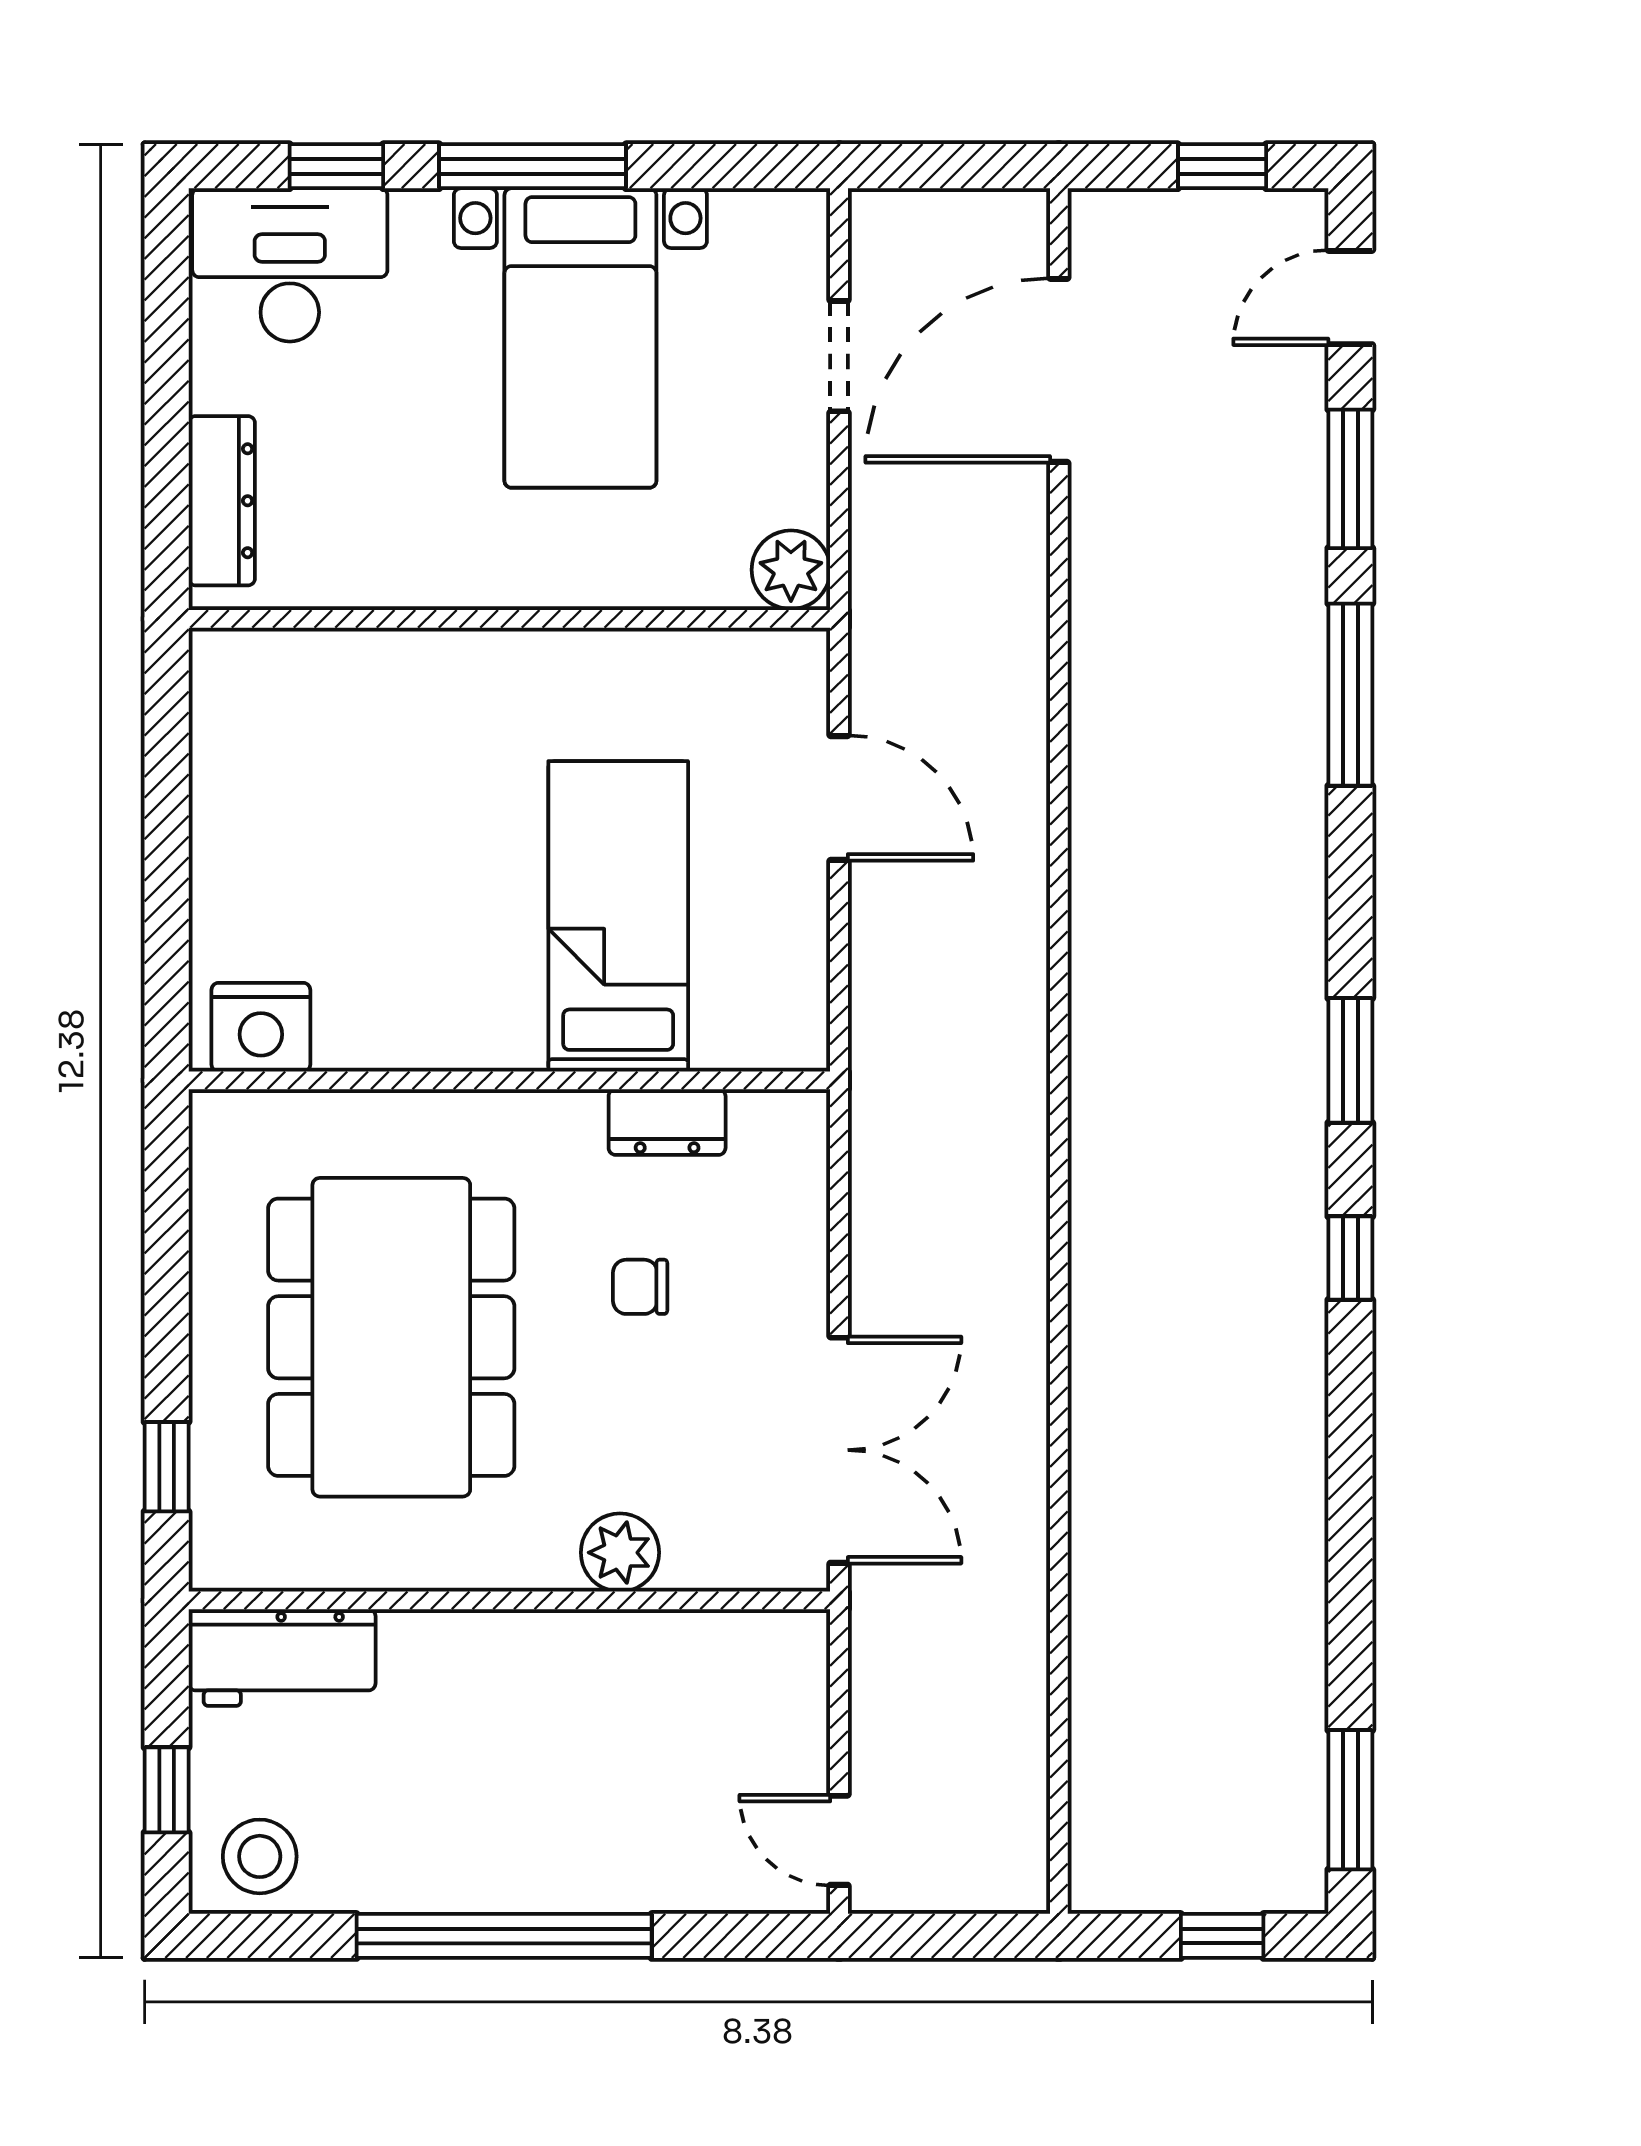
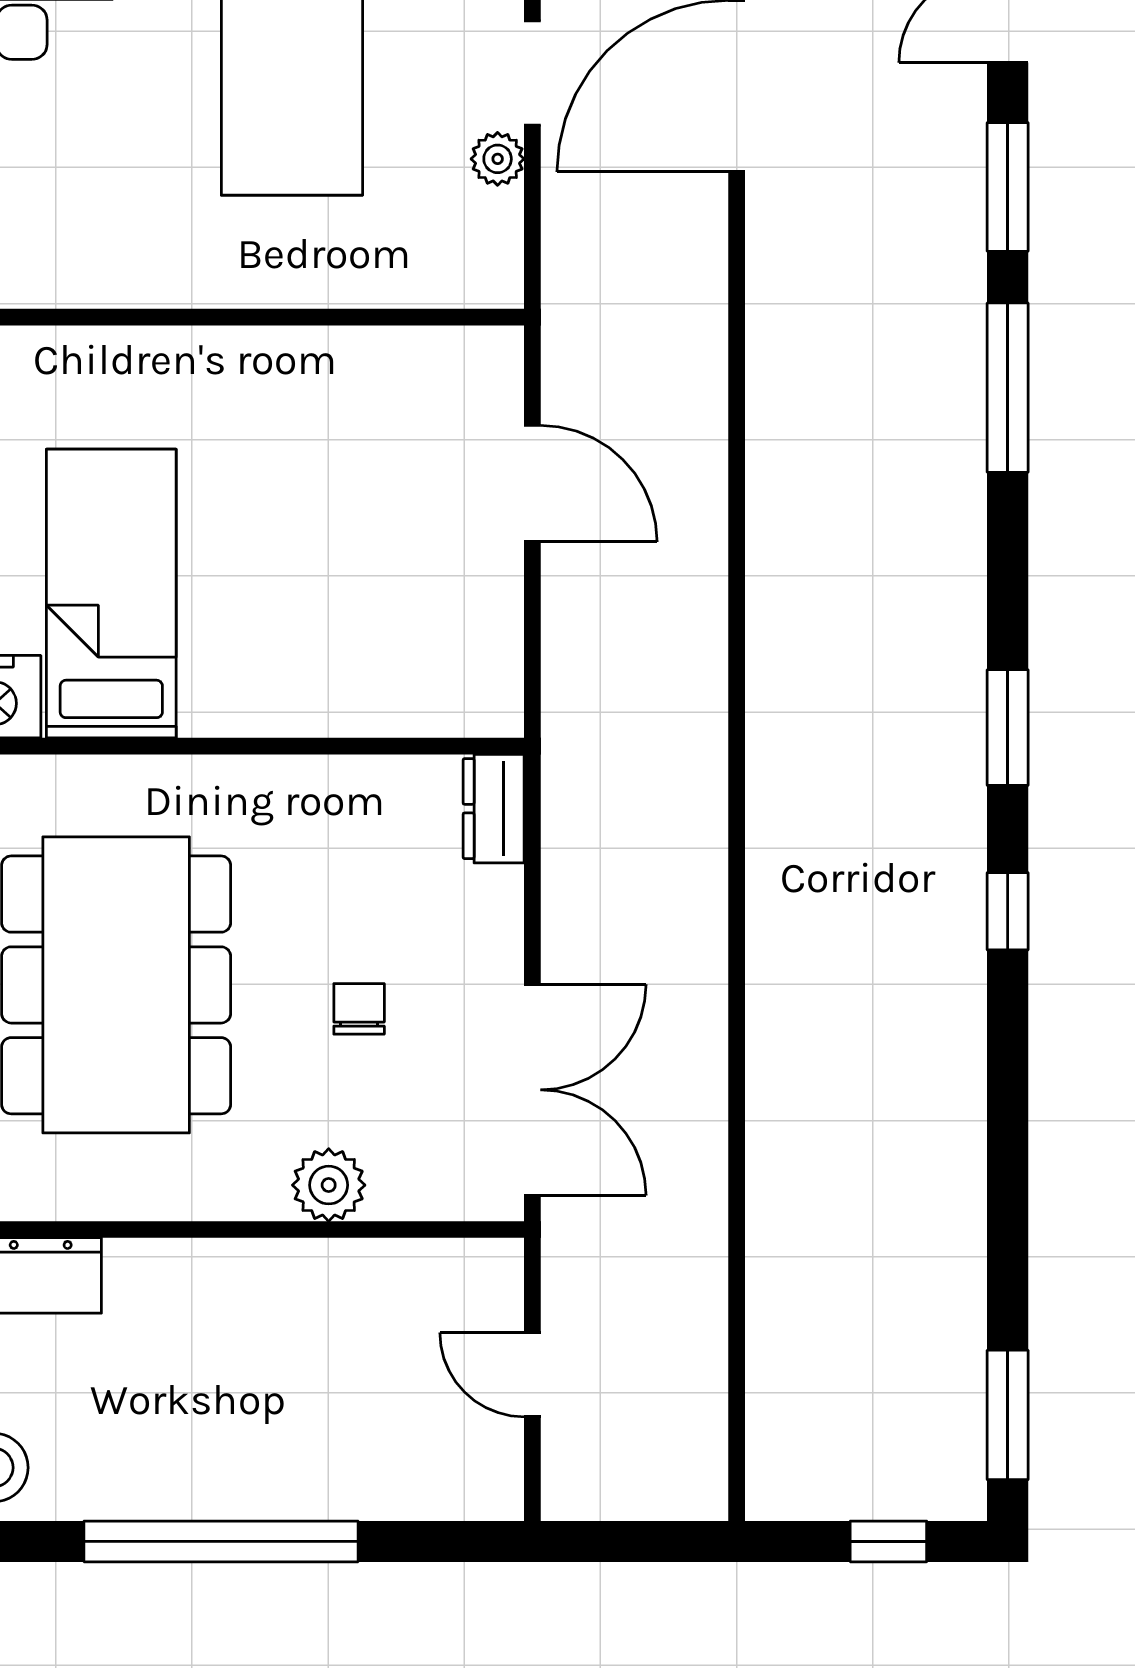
plant: (791, 570) -> (498, 159), moved, width x0.73, depth x0.73
bed: (618, 916) -> (111, 594), moved
dresser: (667, 1122) -> (494, 809), moved, turned 90
chair: (640, 1287) -> (359, 1009), moved, turned 90
door: (839, 1840) -> (532, 1375), moved

